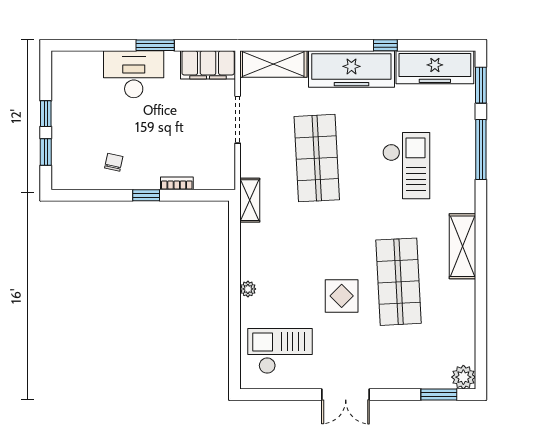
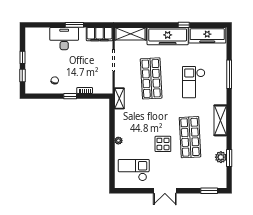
window: (481, 85) -> (229, 158), moved
checkout: (406, 166) -> (194, 82), turned 180
plant: (463, 377) -> (221, 157), moved

